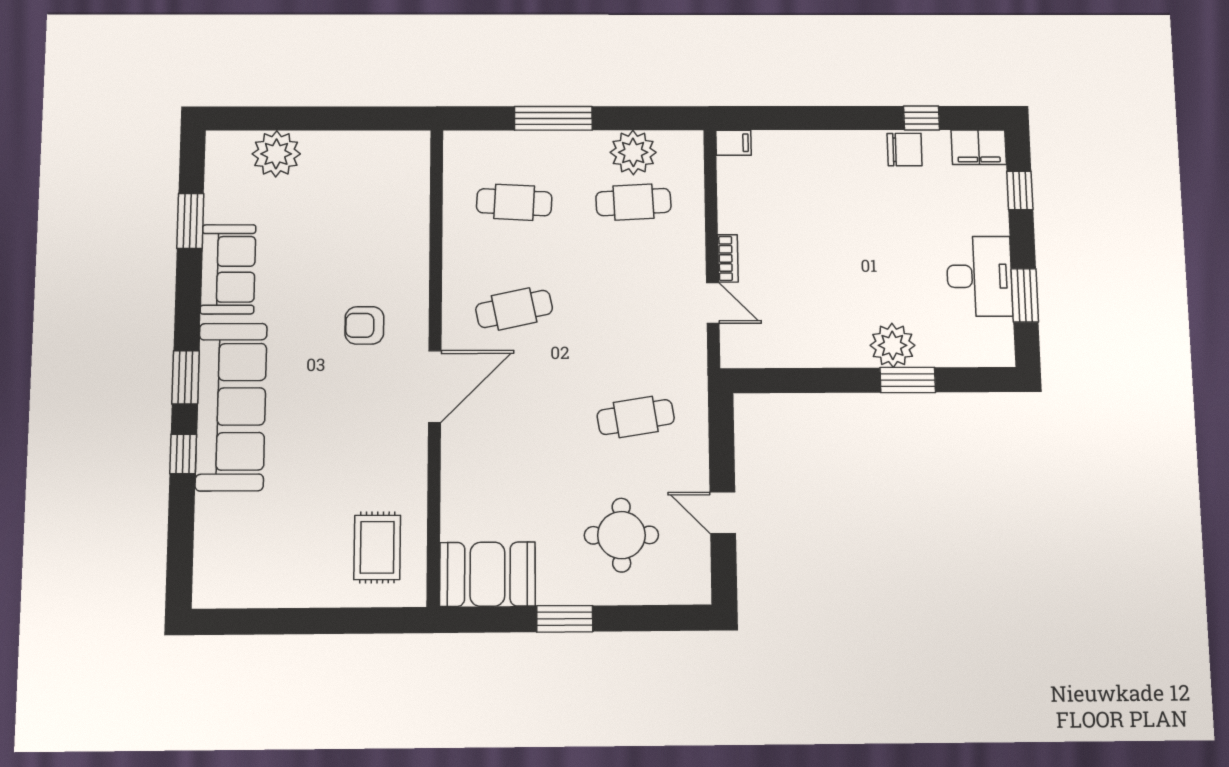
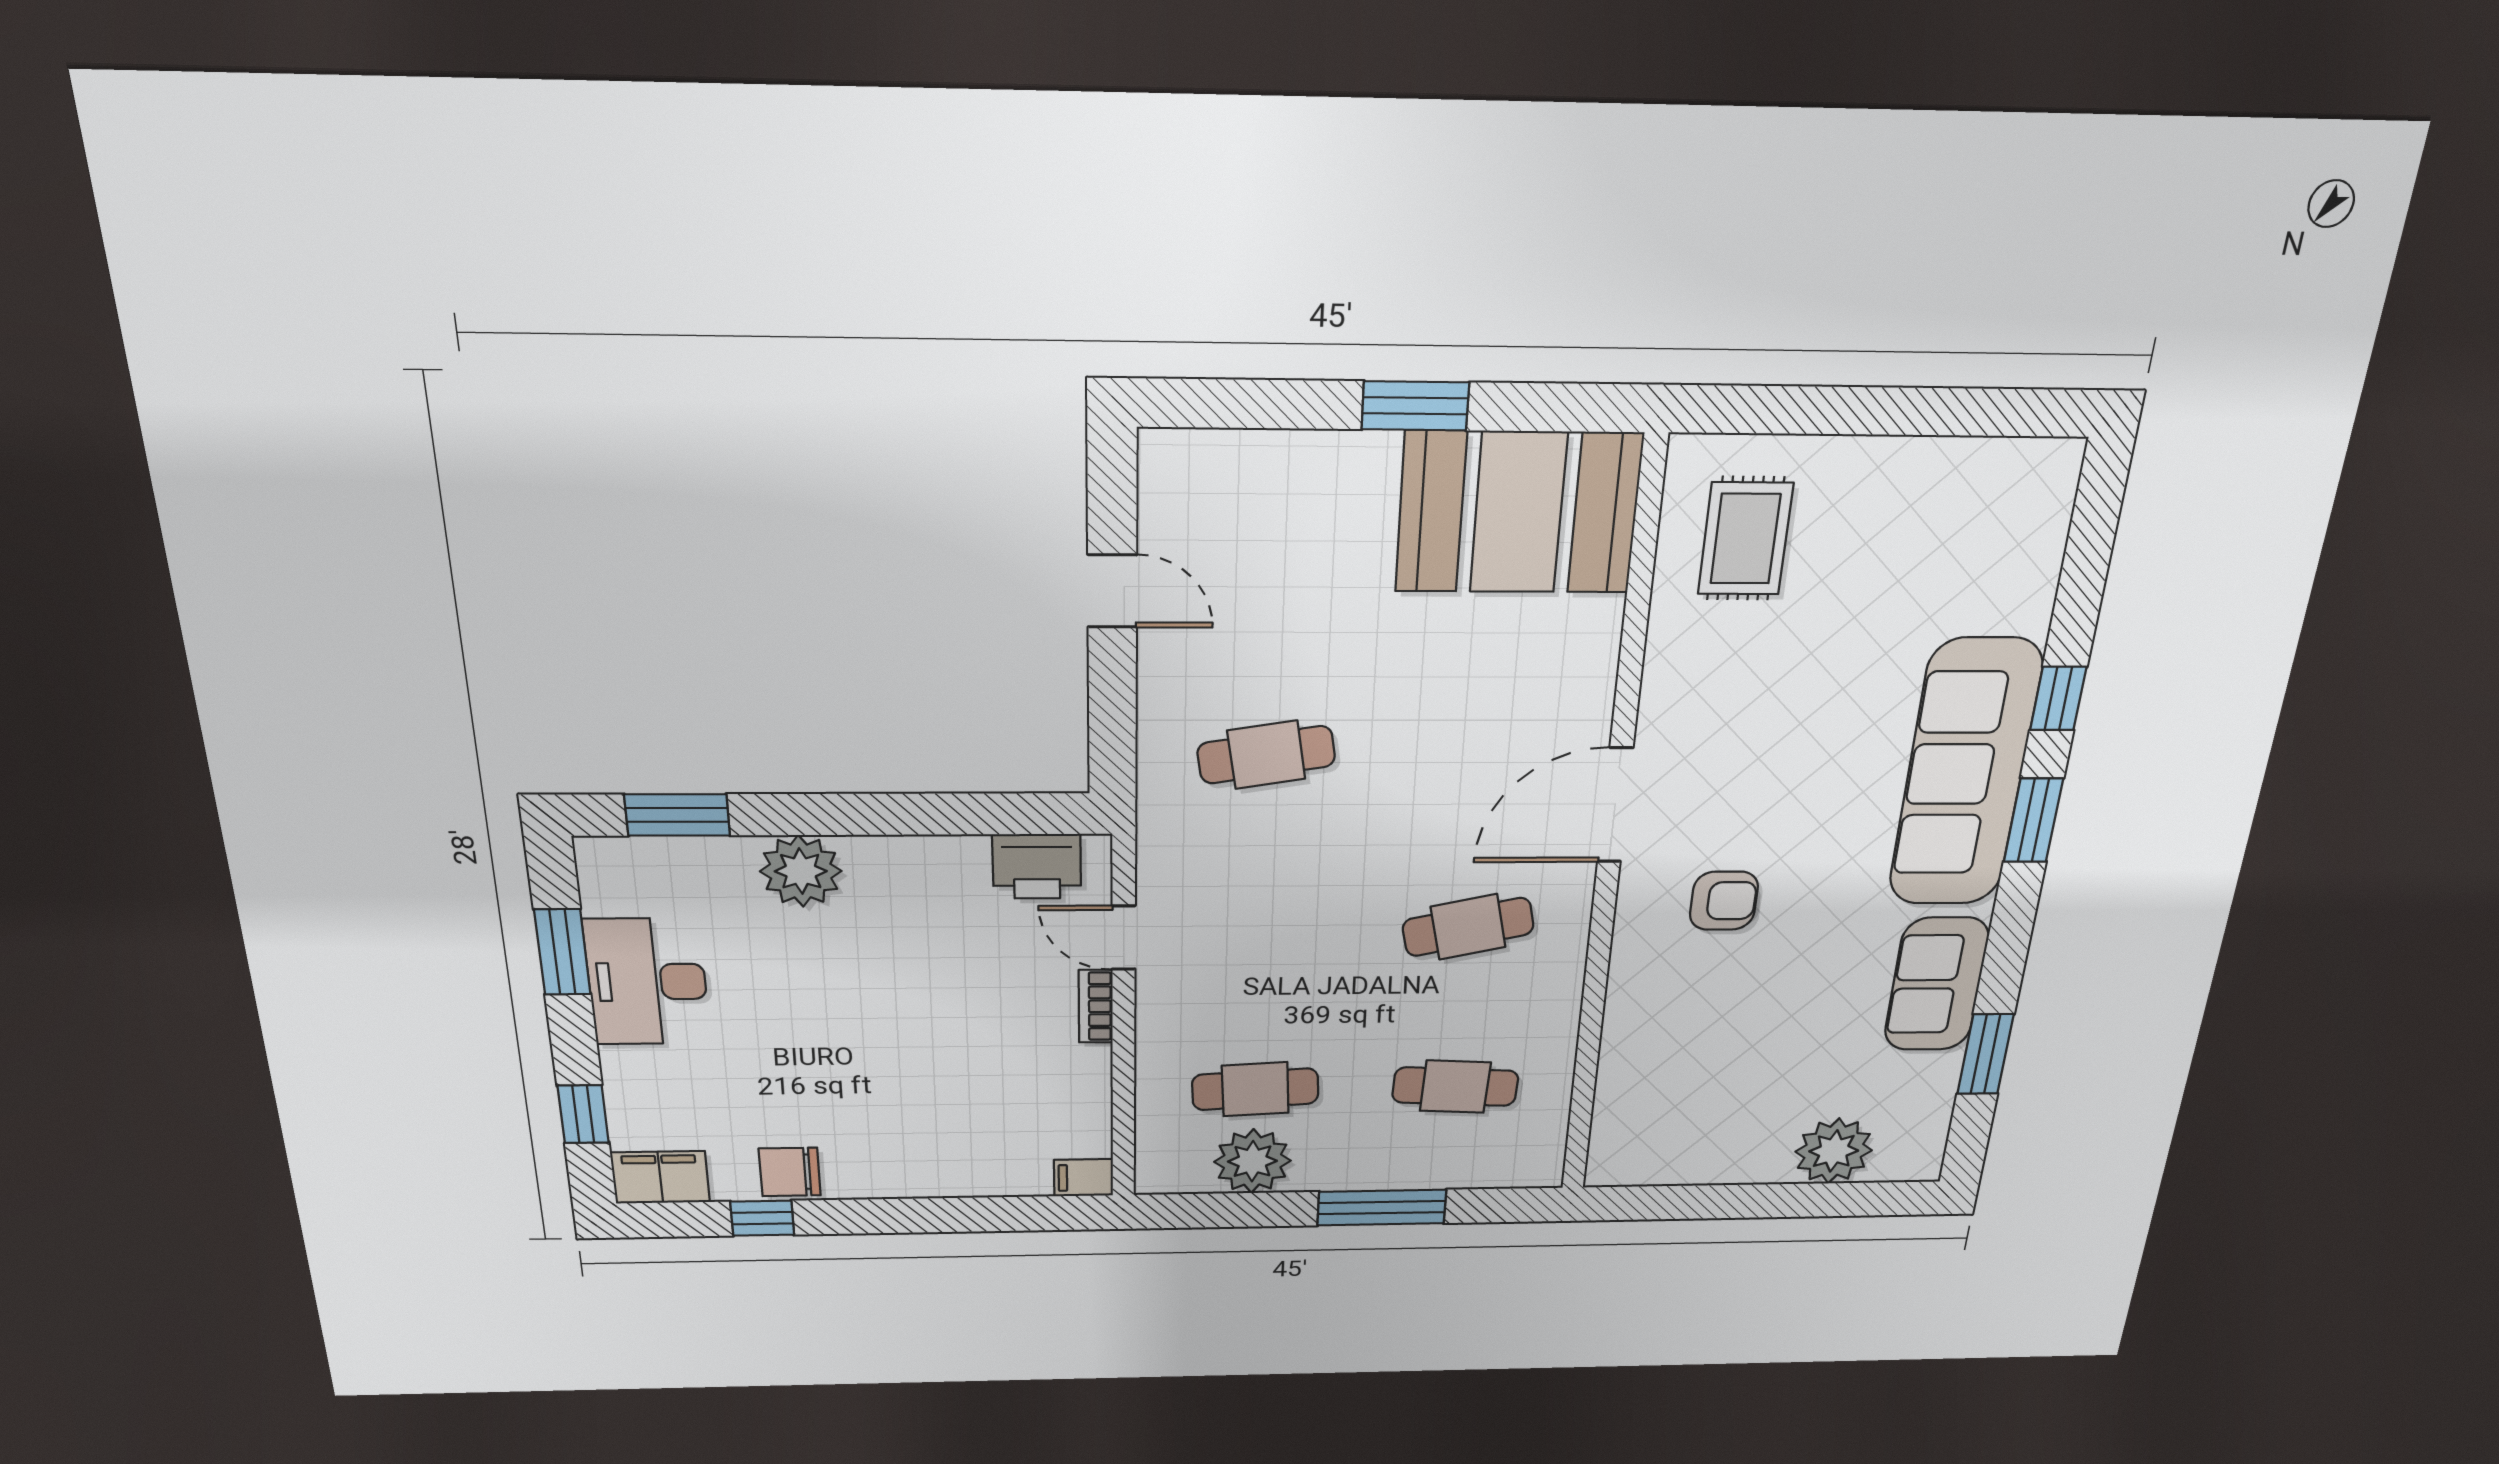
printer: (762, 348) -> (1037, 866), added
window: (908, 380) -> (677, 815), moved
round table: (621, 535) -> (1301, 554), removed
booth: (487, 574) -> (1518, 513), width x1.36, depth x1.42

